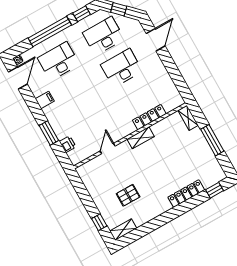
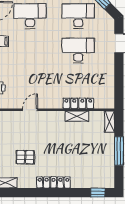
shelving: (141, 138) -> (77, 116), moved
locker: (186, 194) -> (53, 182), moved

